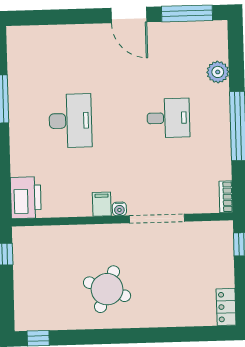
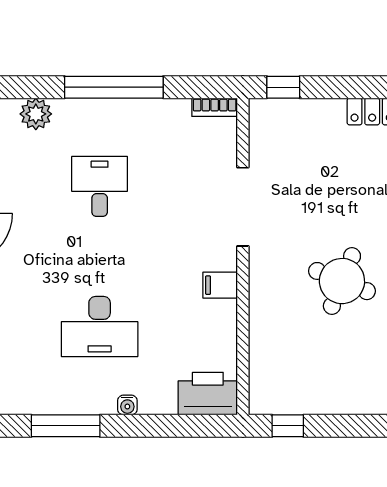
desk: (70, 121) -> (100, 327), turned 180
water cooler: (119, 209) -> (127, 405), moved, turned 90

